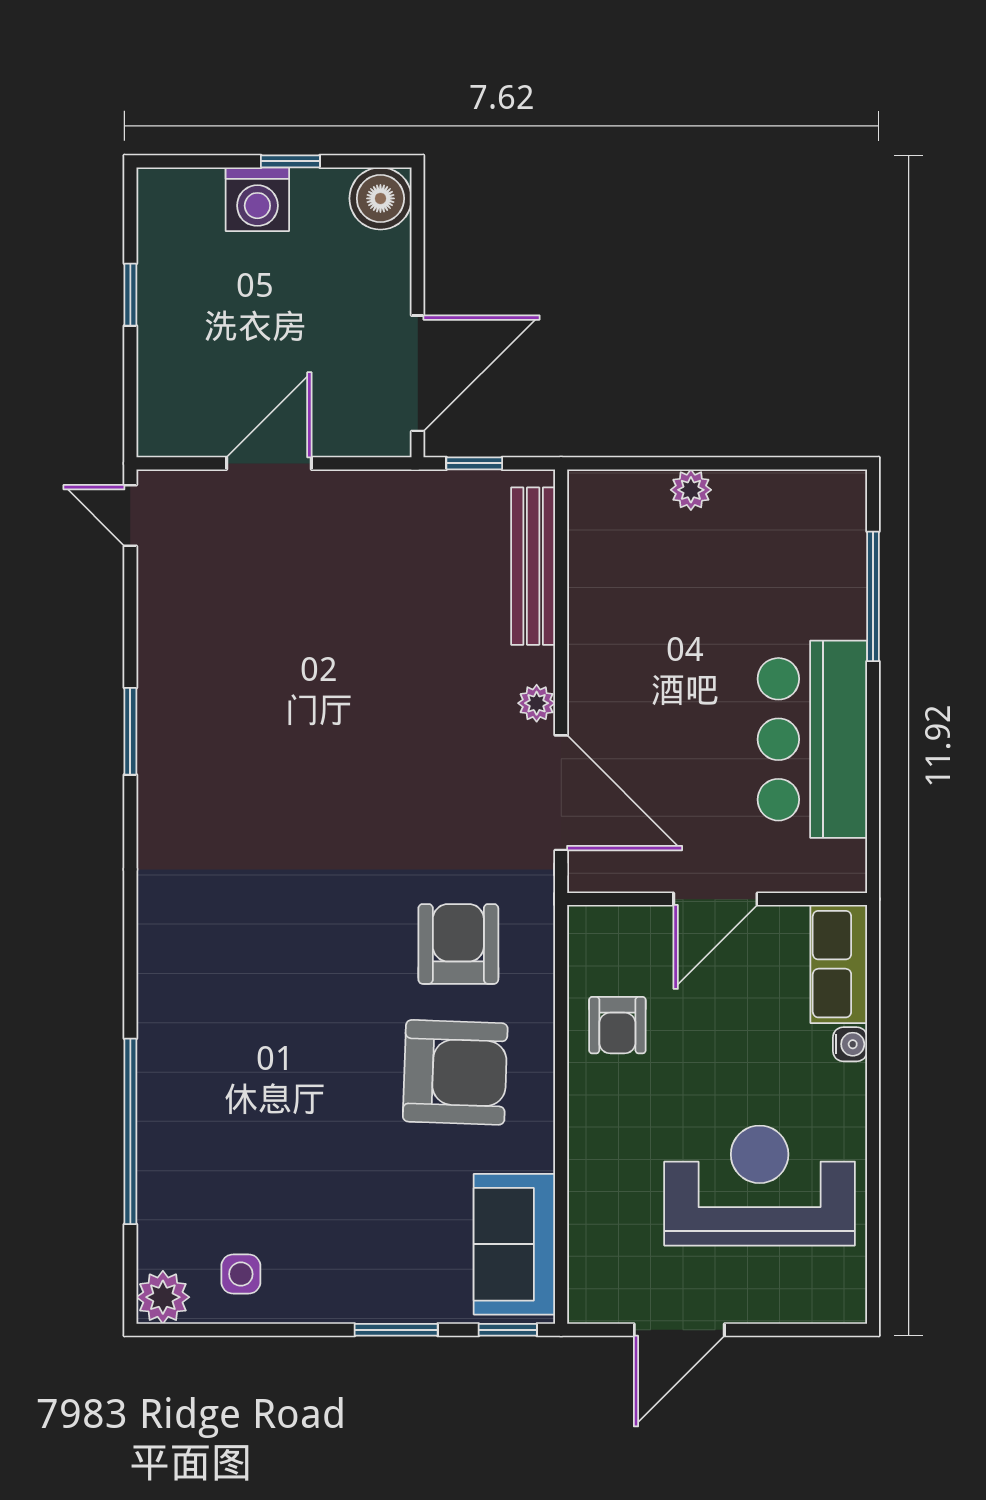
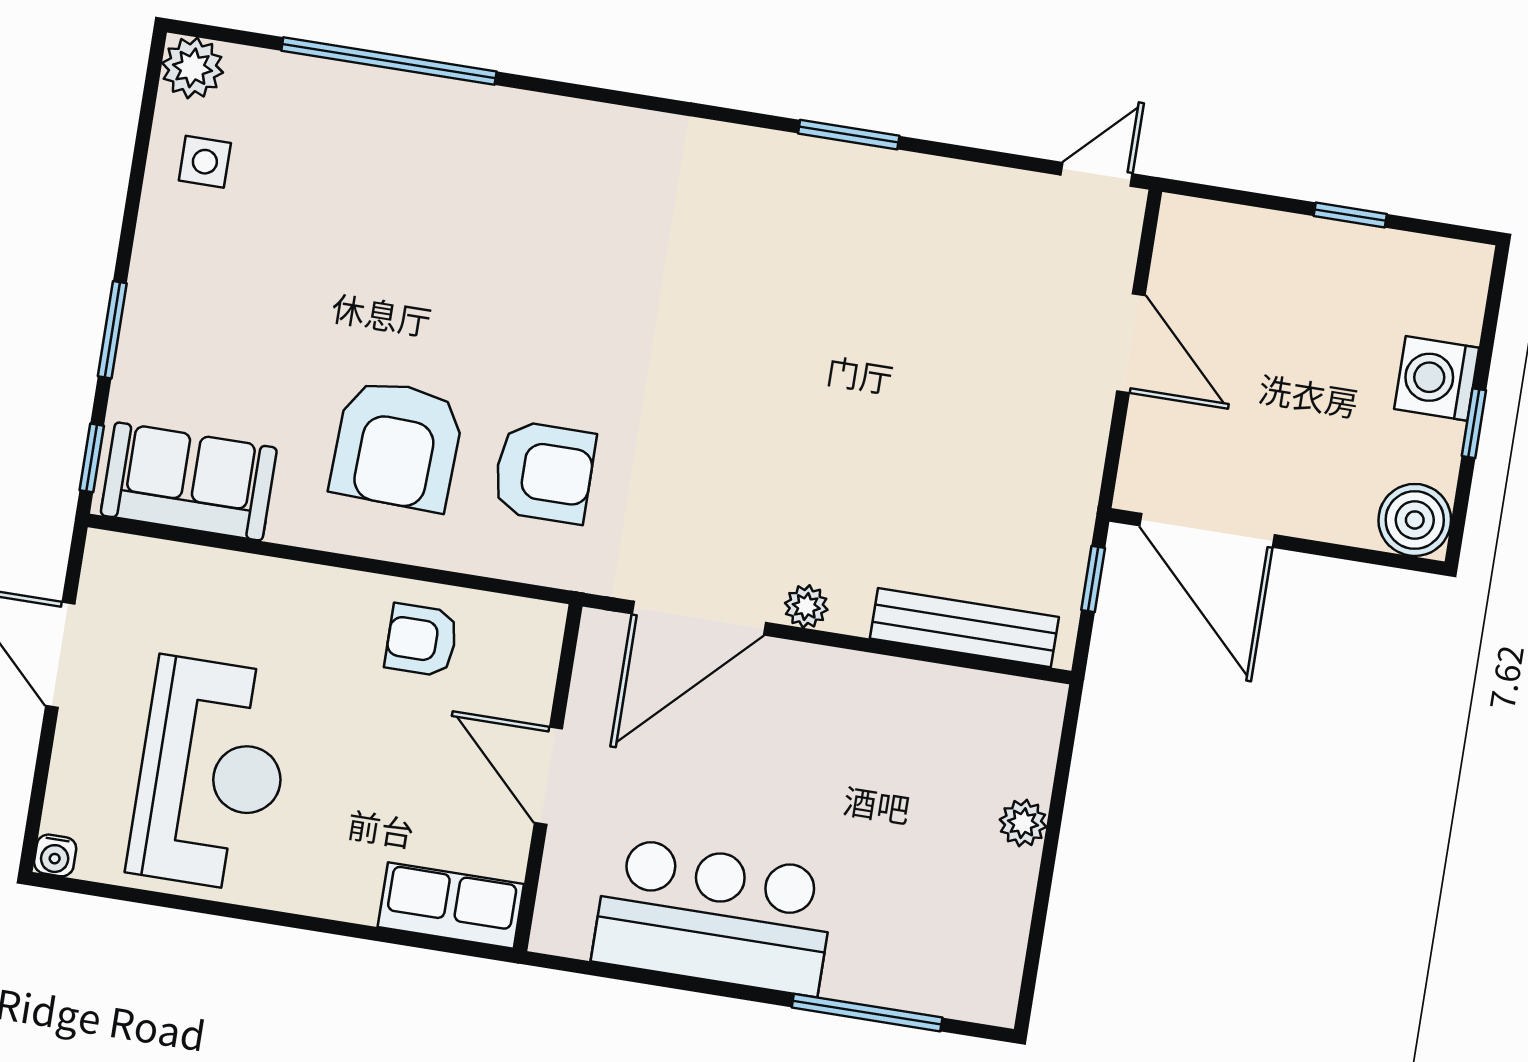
water cooler: (850, 1044) -> (55, 855), moved

